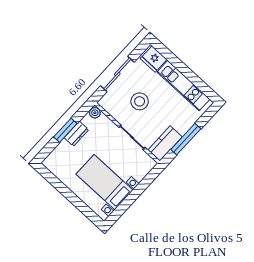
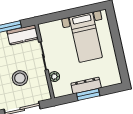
plant: (95, 113) -> (54, 77), moved
dresser: (76, 134) -> (86, 85), width x1.44

